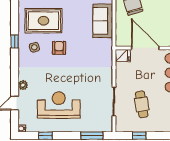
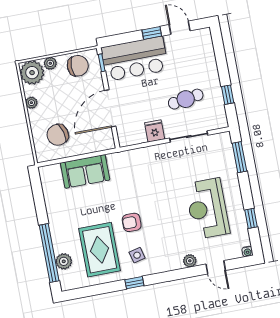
fridge: (123, 56) -> (155, 131), moved

